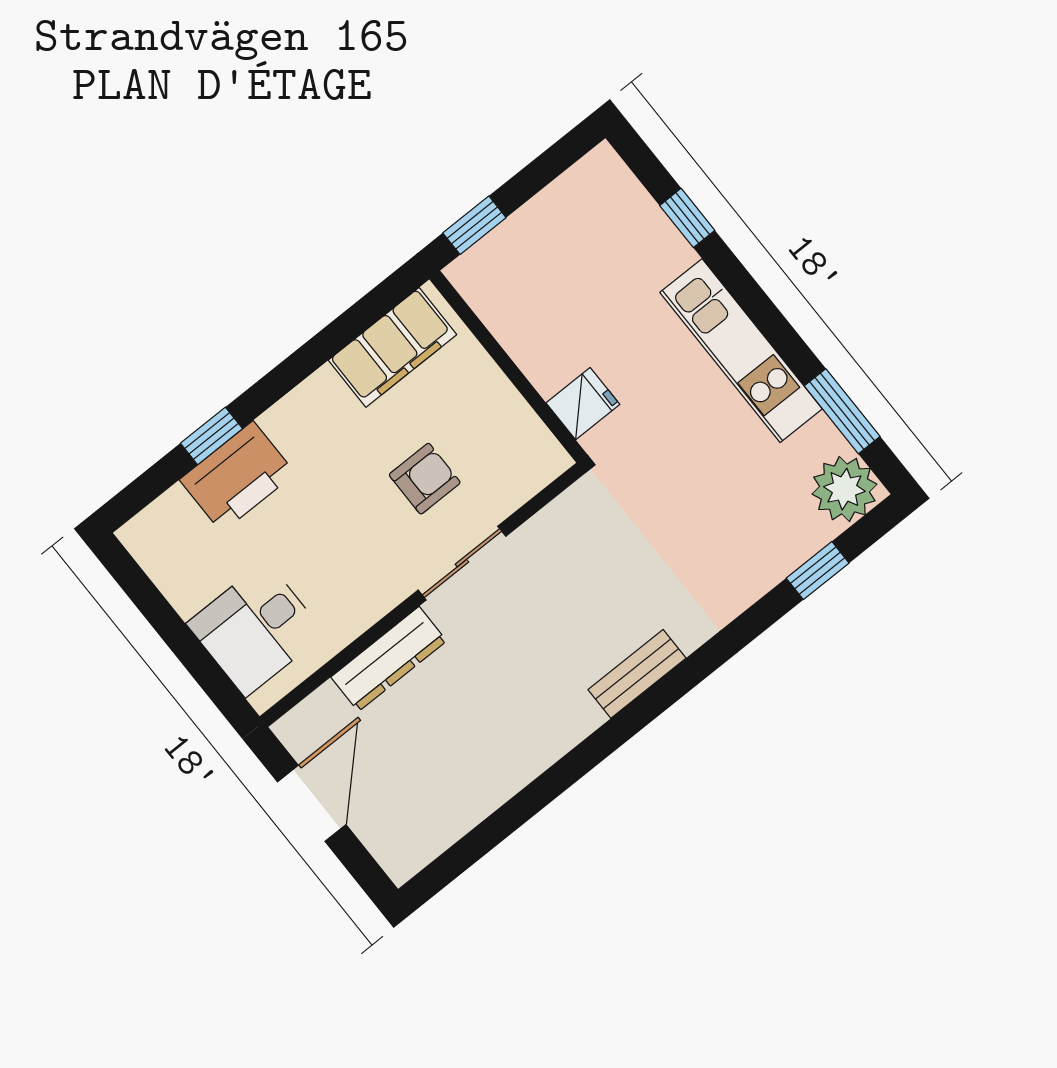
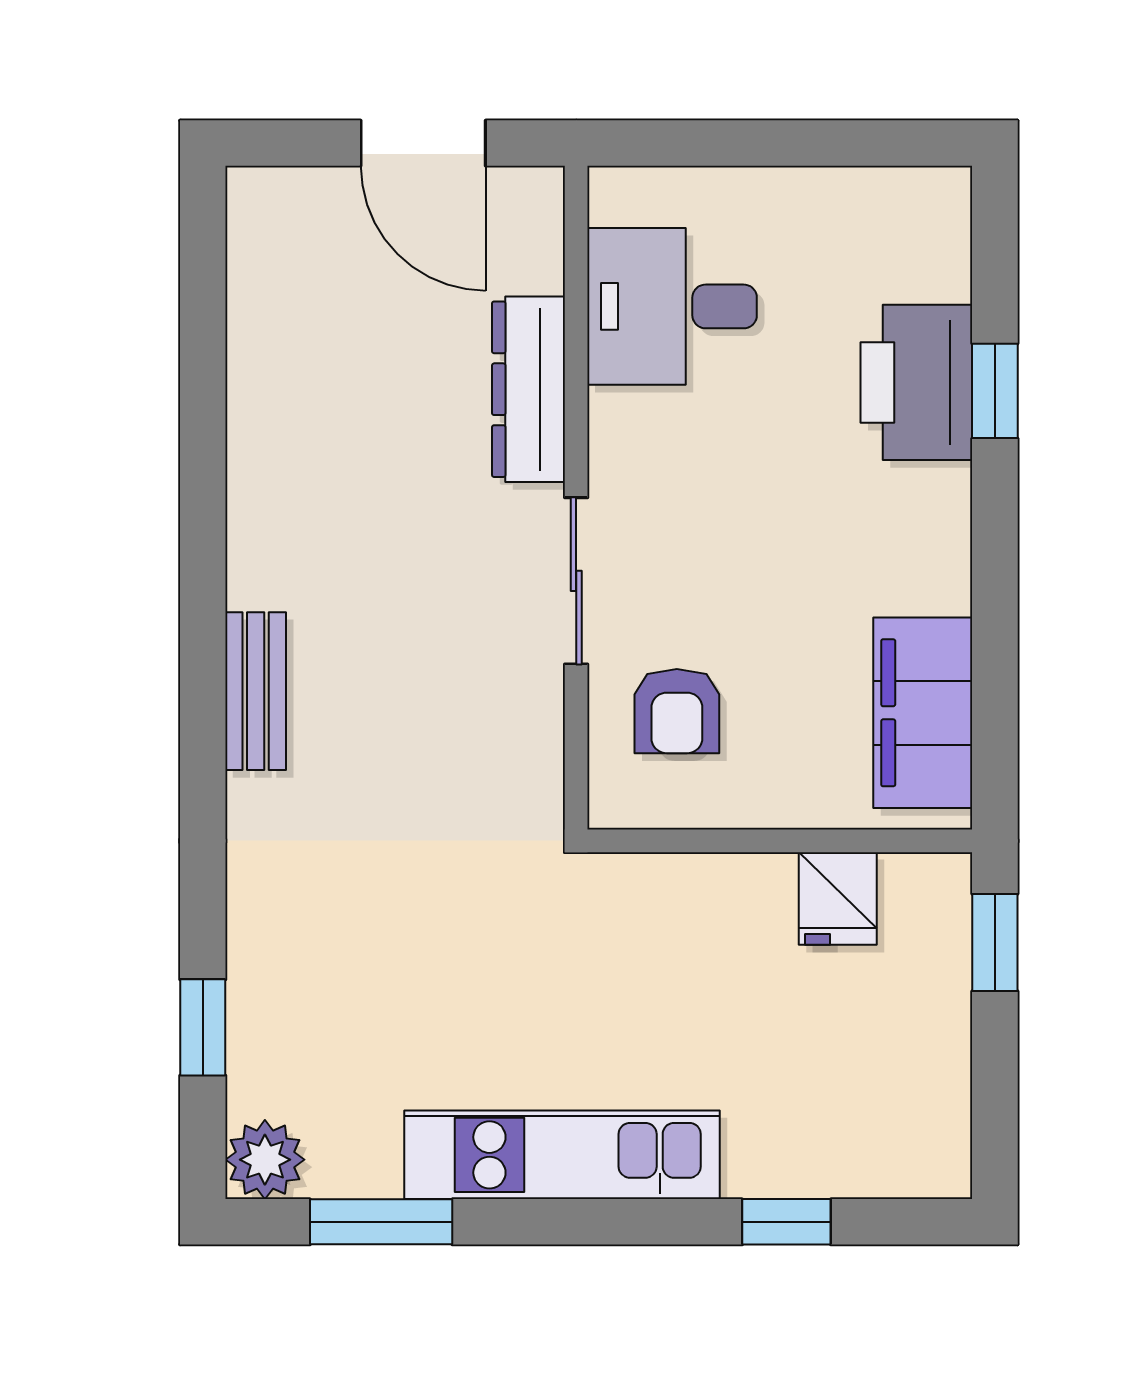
fridge: (583, 404) -> (838, 899), moved
armchair: (425, 479) -> (677, 711), moved
plant: (844, 489) -> (265, 1160), width x0.73, depth x0.73
desk: (256, 629) -> (672, 306), moved, turned -90

